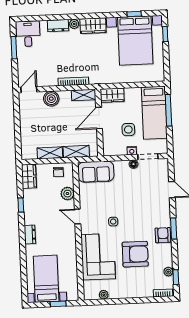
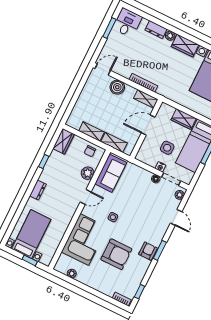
wardrobe: (112, 95) -> (184, 119), moved
sofa: (96, 172) -> (111, 173), moved, turned -90
door: (78, 217) -> (86, 197), swing flipped
plant: (168, 272) -> (180, 195), moved

